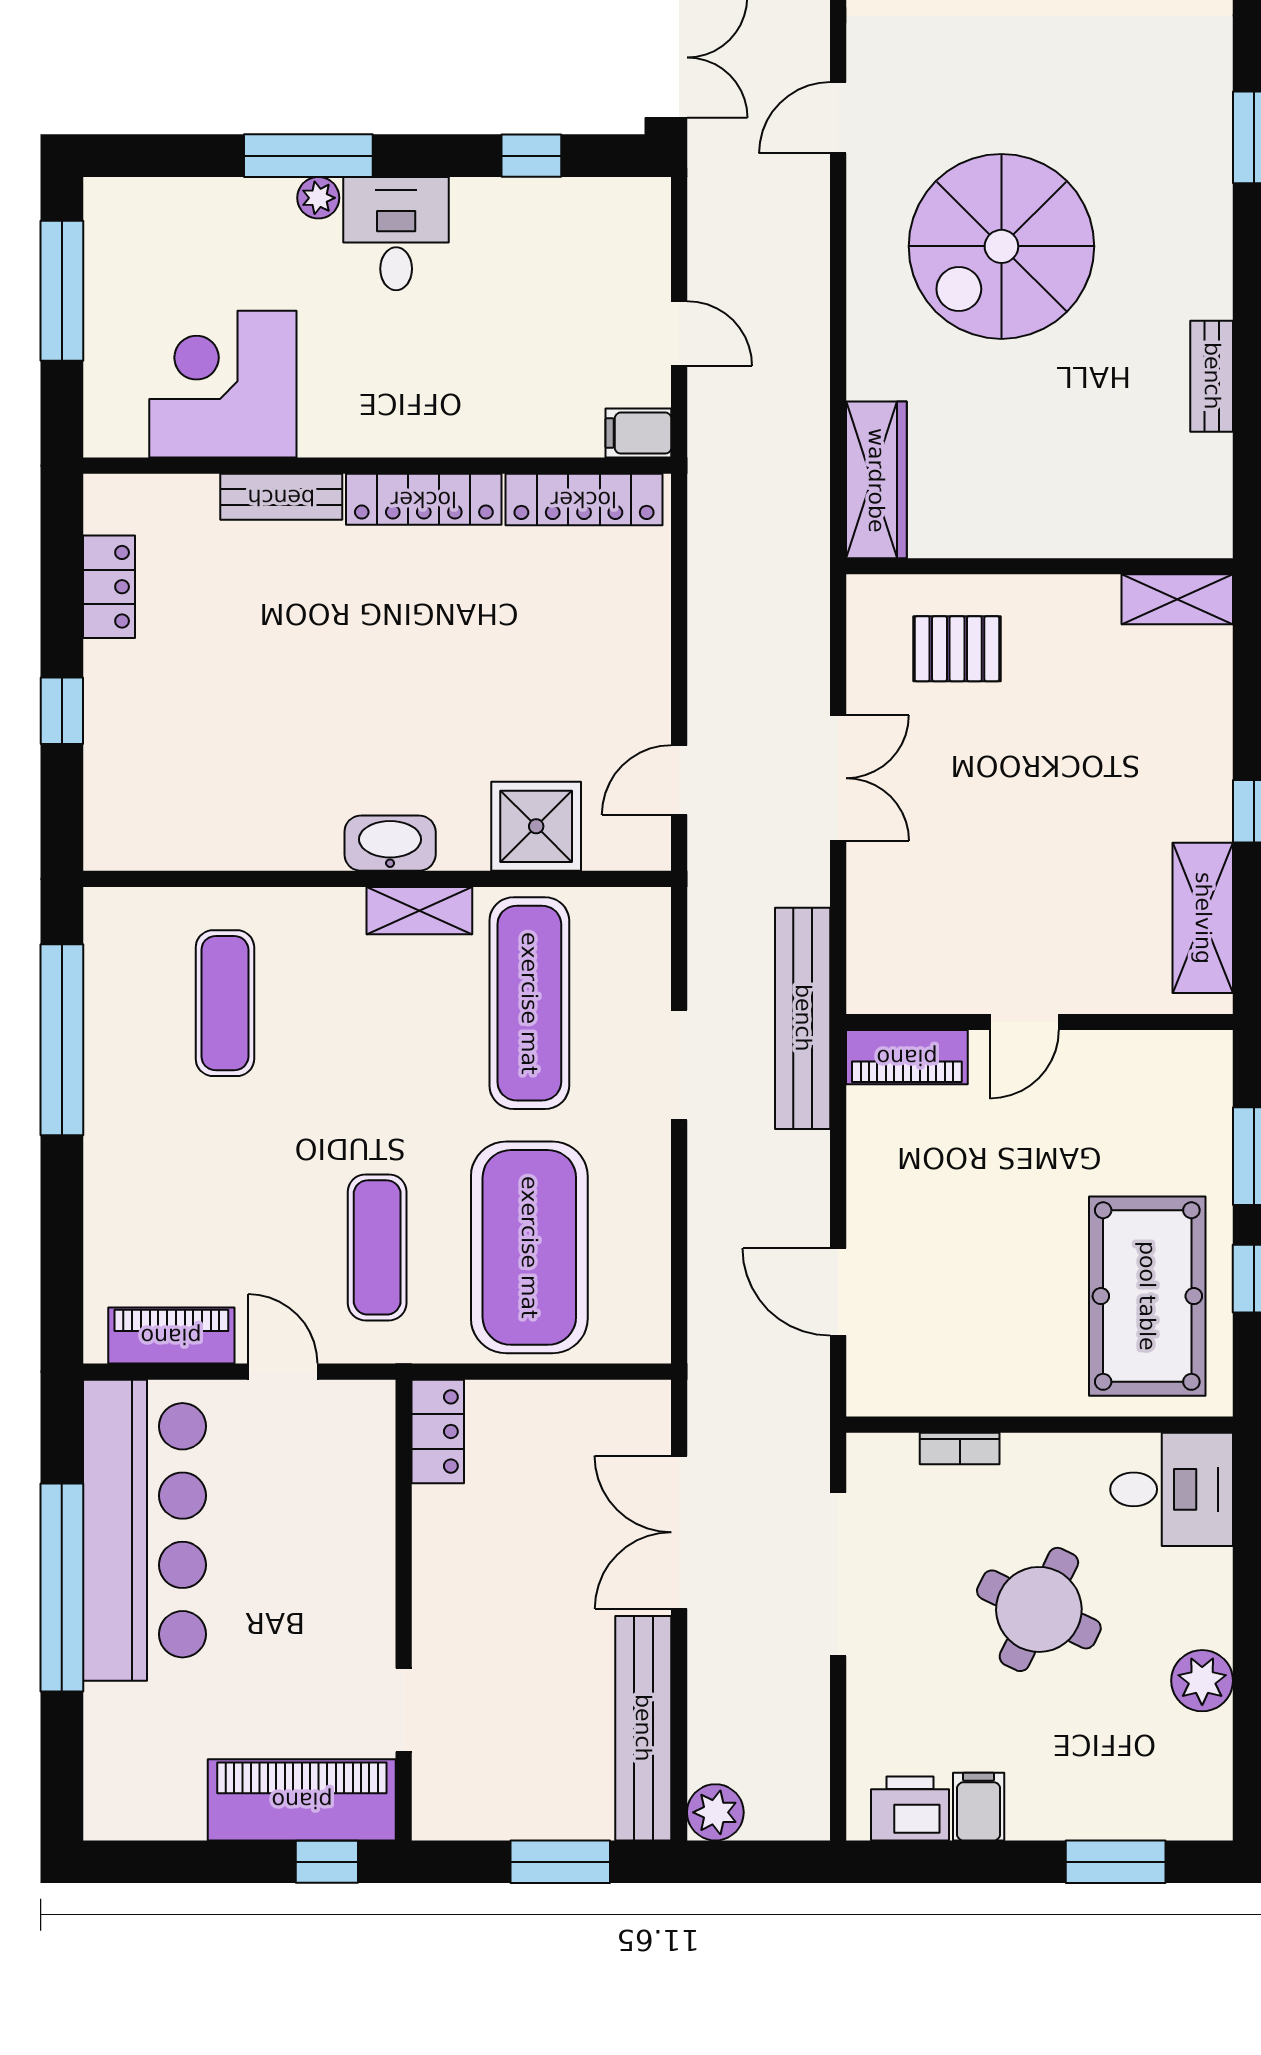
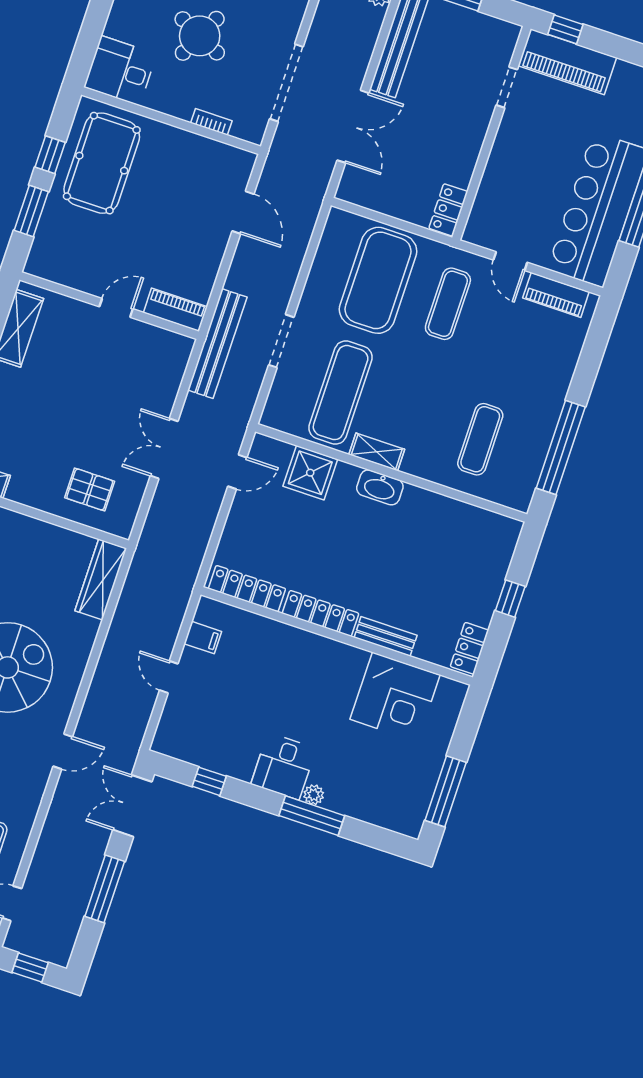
corner desk: (223, 384) -> (395, 697), moved
wall: (377, 466) -> (337, 636), moved
bench: (281, 497) -> (386, 636), moved
locker: (424, 499) -> (320, 613), moved
locker: (584, 499) -> (247, 589), moved

